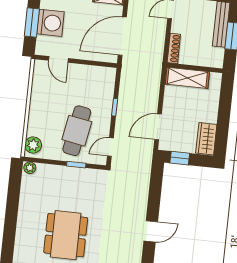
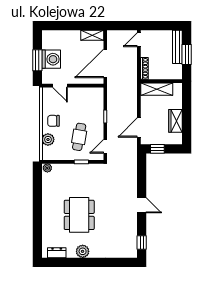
chair: (45, 106) -> (54, 121), added
cafe table: (77, 131) -> (79, 137), width x0.73, depth x0.74
wardrobe: (206, 139) -> (175, 121), moved
plant: (33, 145) -> (48, 140), moved
door: (151, 231) -> (142, 205), hinge flipped

